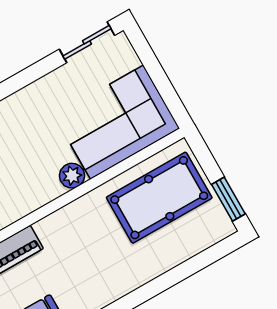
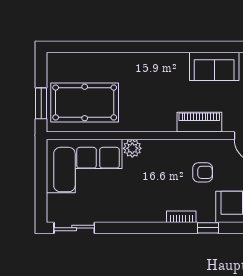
window: (228, 199) -> (41, 103), moved

